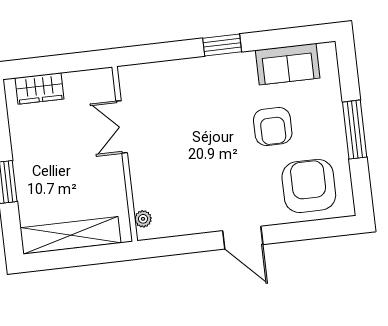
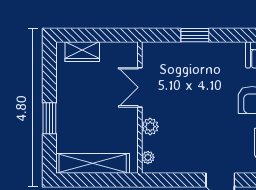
window: (222, 45) -> (195, 35), moved
plant: (141, 177) -> (150, 127), added

